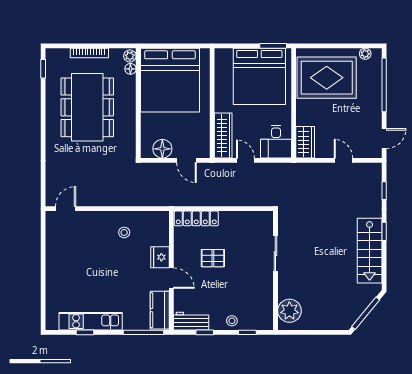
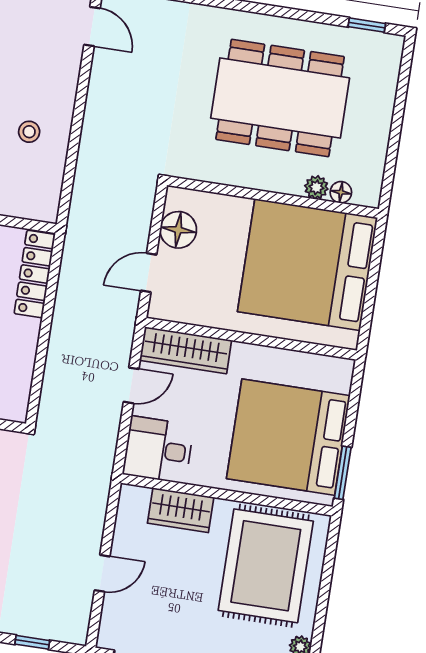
bookcase: (89, 53) -> (384, 118), removed
plant: (130, 56) -> (316, 187), moved
wardrobe: (305, 142) -> (181, 510), moved

